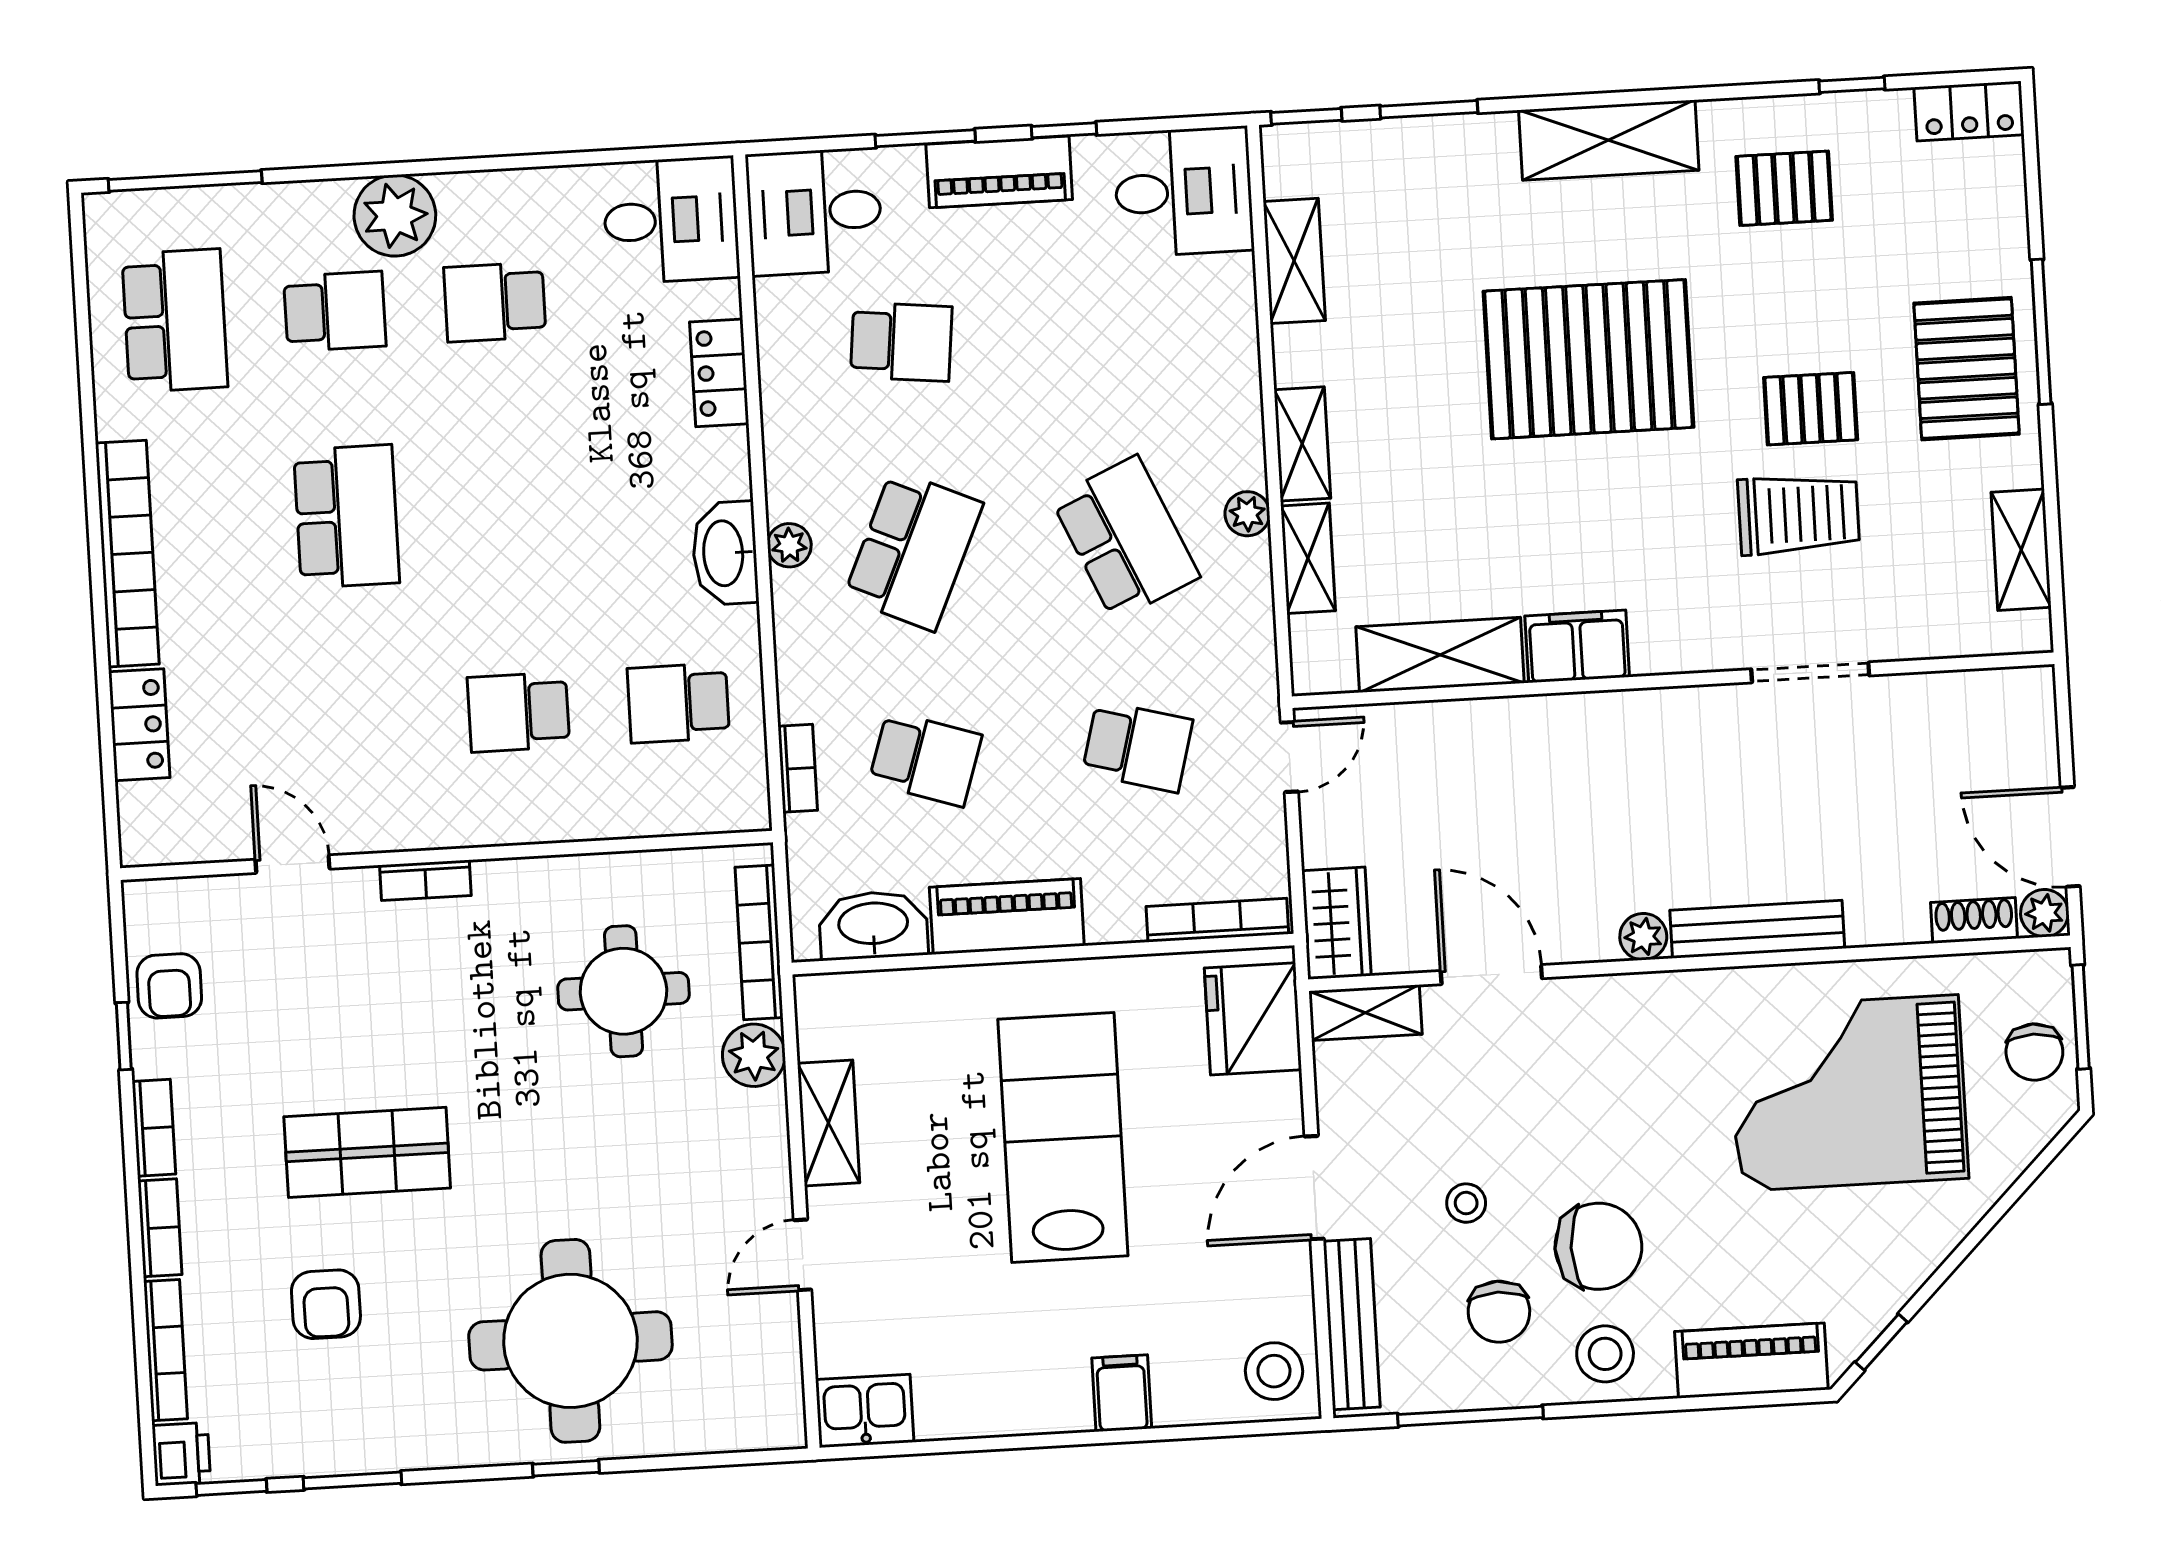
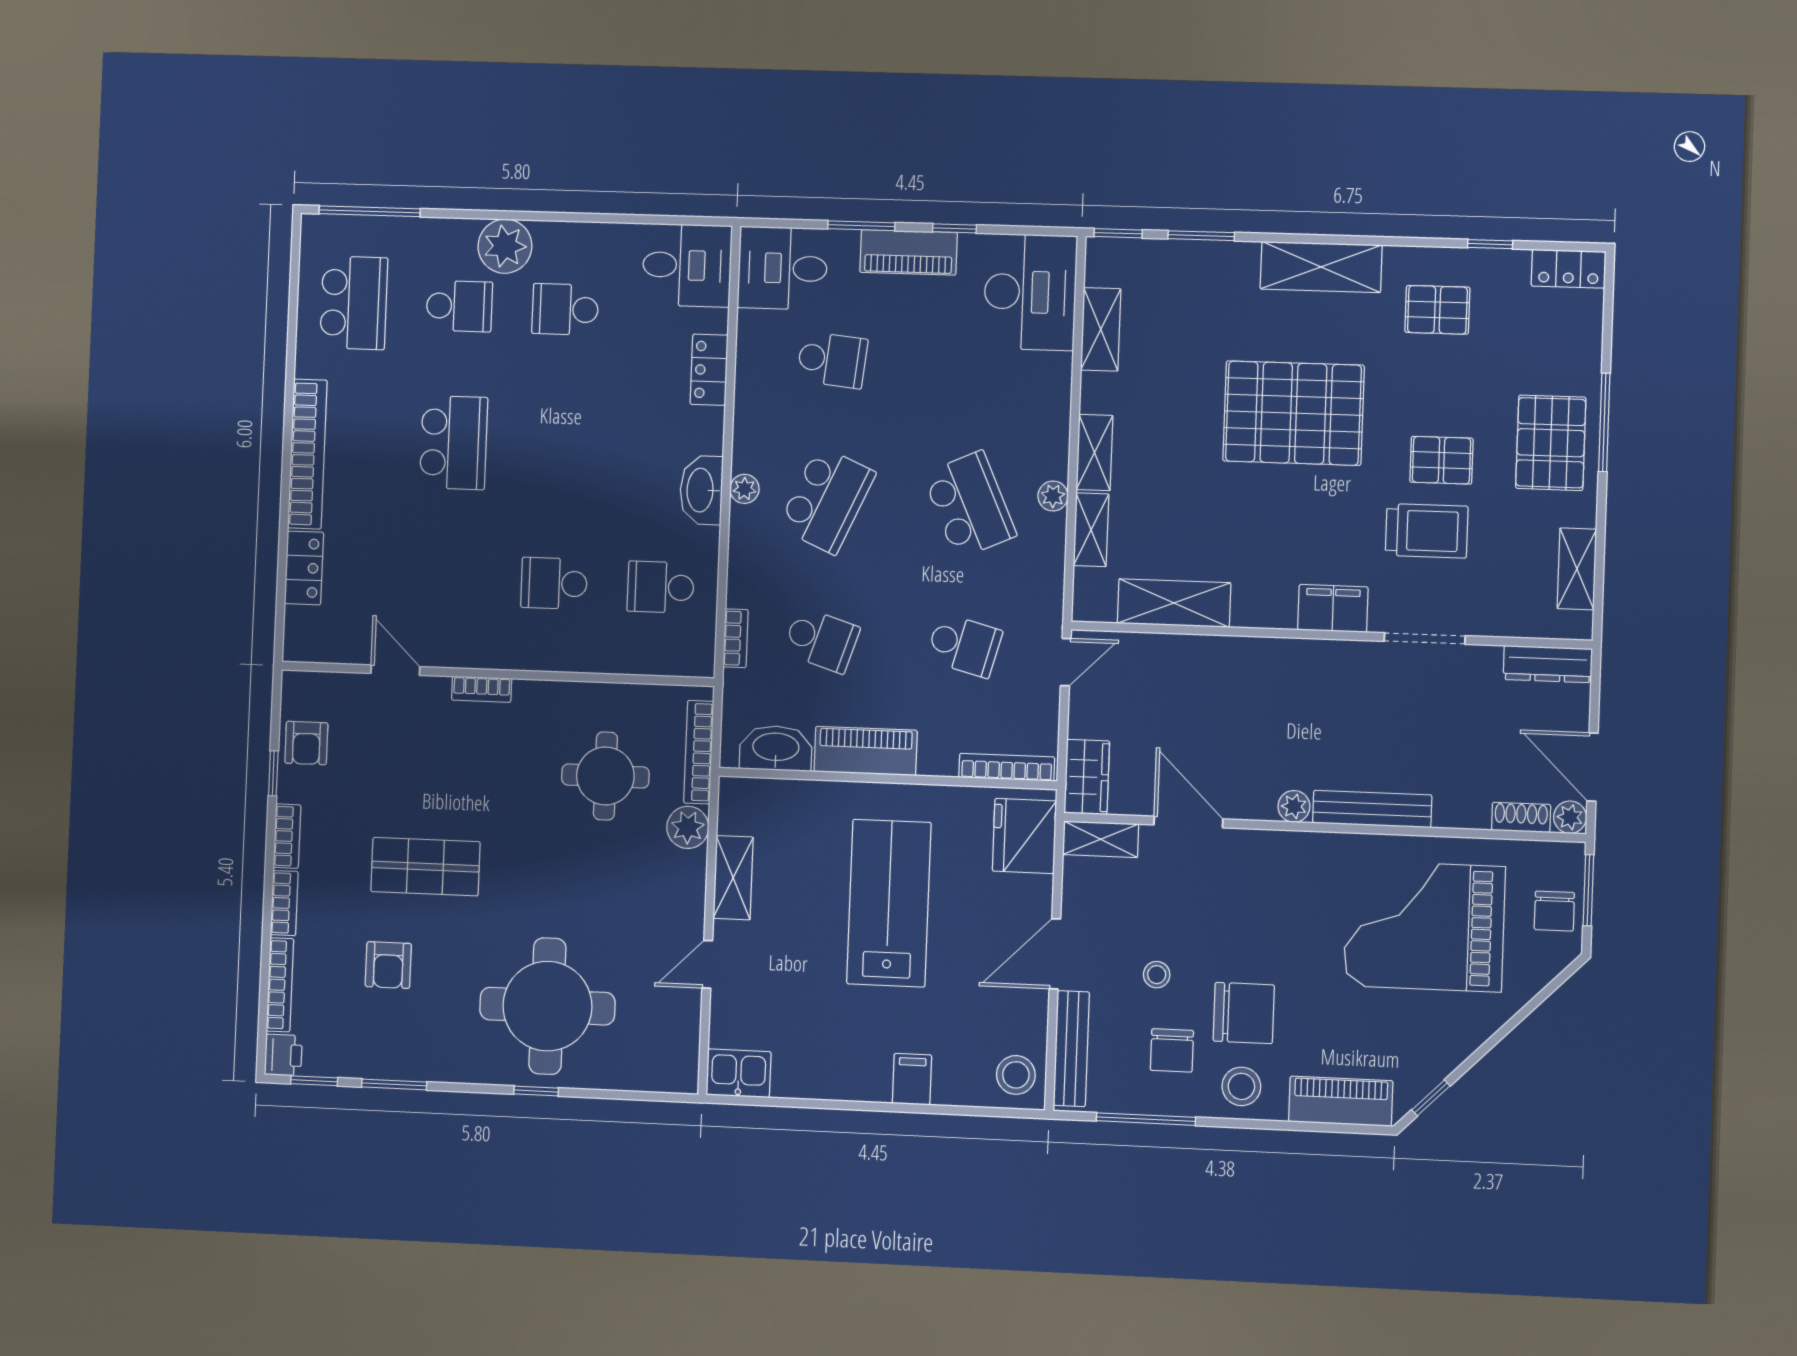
desk: (1184, 192) -> (1030, 292), width x1.37
filing cabinet: (1577, 646) -> (1333, 608), moved
dresser: (1992, 693) -> (1548, 664), added

